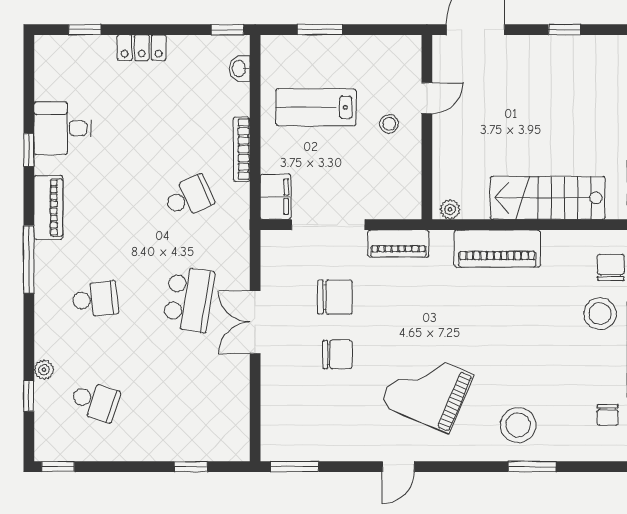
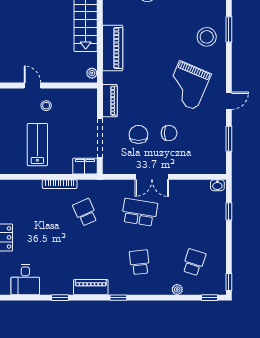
washbasin: (240, 69) -> (217, 185), moved
lab bench: (316, 107) -> (37, 145), turned 180
desk: (63, 128) -> (25, 280), moved
window: (29, 259) -> (118, 298), width x0.46
chair: (337, 354) -> (169, 133), turned 90
window: (29, 396) -> (210, 298), moved
window: (295, 467) -> (229, 139), moved
door: (398, 467) -> (229, 101), hinge flipped

